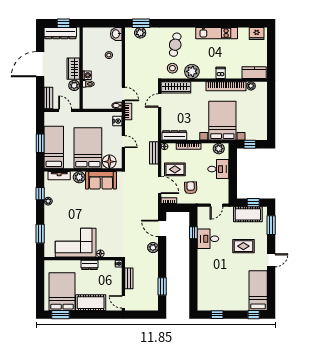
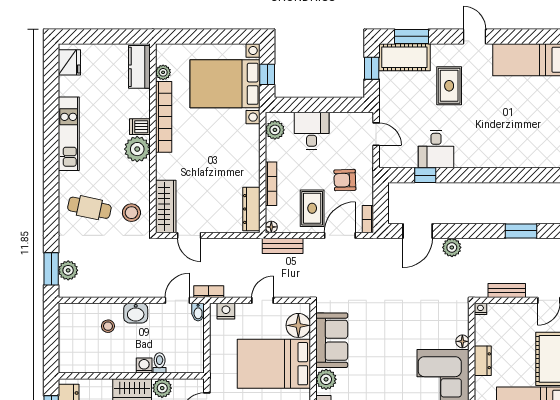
washbasin: (116, 34) -> (136, 313), moved
plant: (192, 71) -> (137, 149), moved
bed with nightstands: (222, 121) -> (225, 84), moved
cot: (248, 214) -> (404, 57), moved, turned 90

